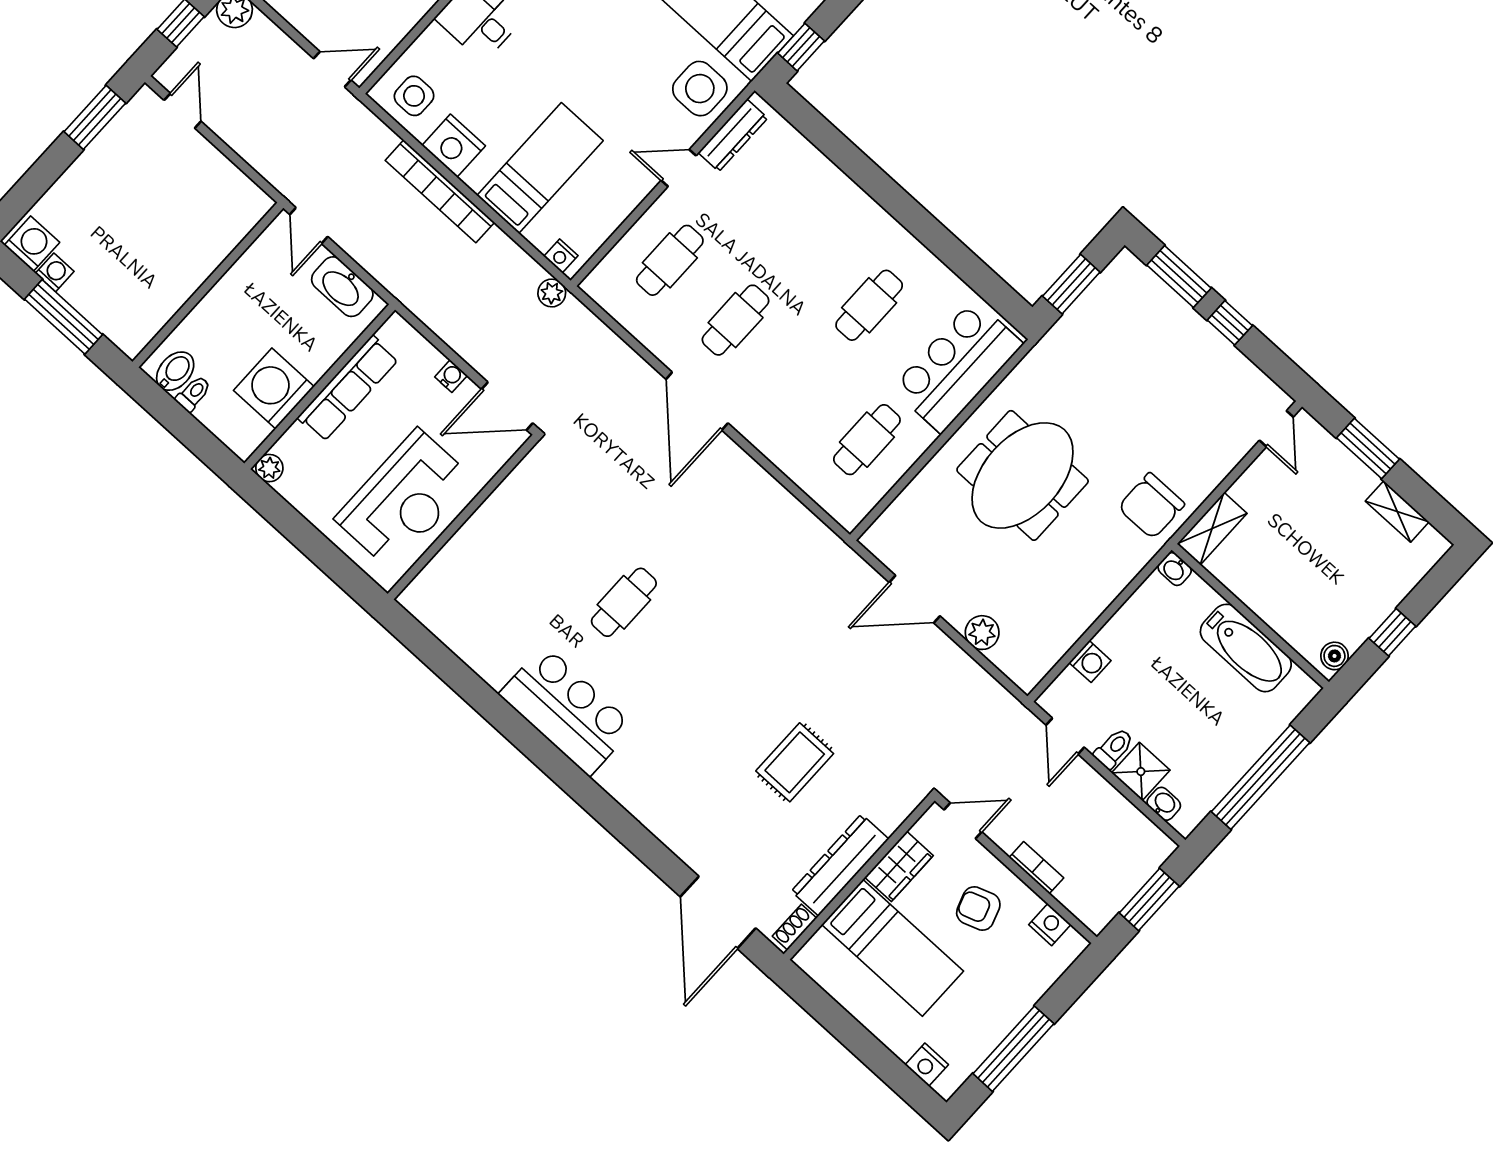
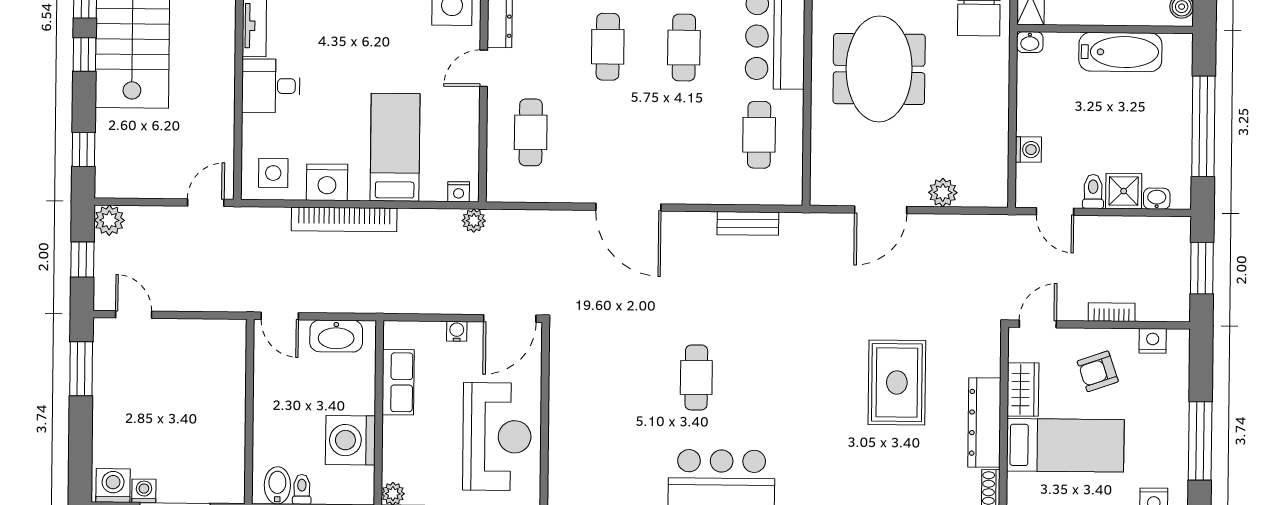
cafe table: (736, 320) -> (608, 47), moved
row of seats: (348, 388) -> (398, 382), width x0.68
bench: (788, 508) -> (748, 223), added
rug: (795, 762) -> (897, 382), width x1.36, depth x1.43

